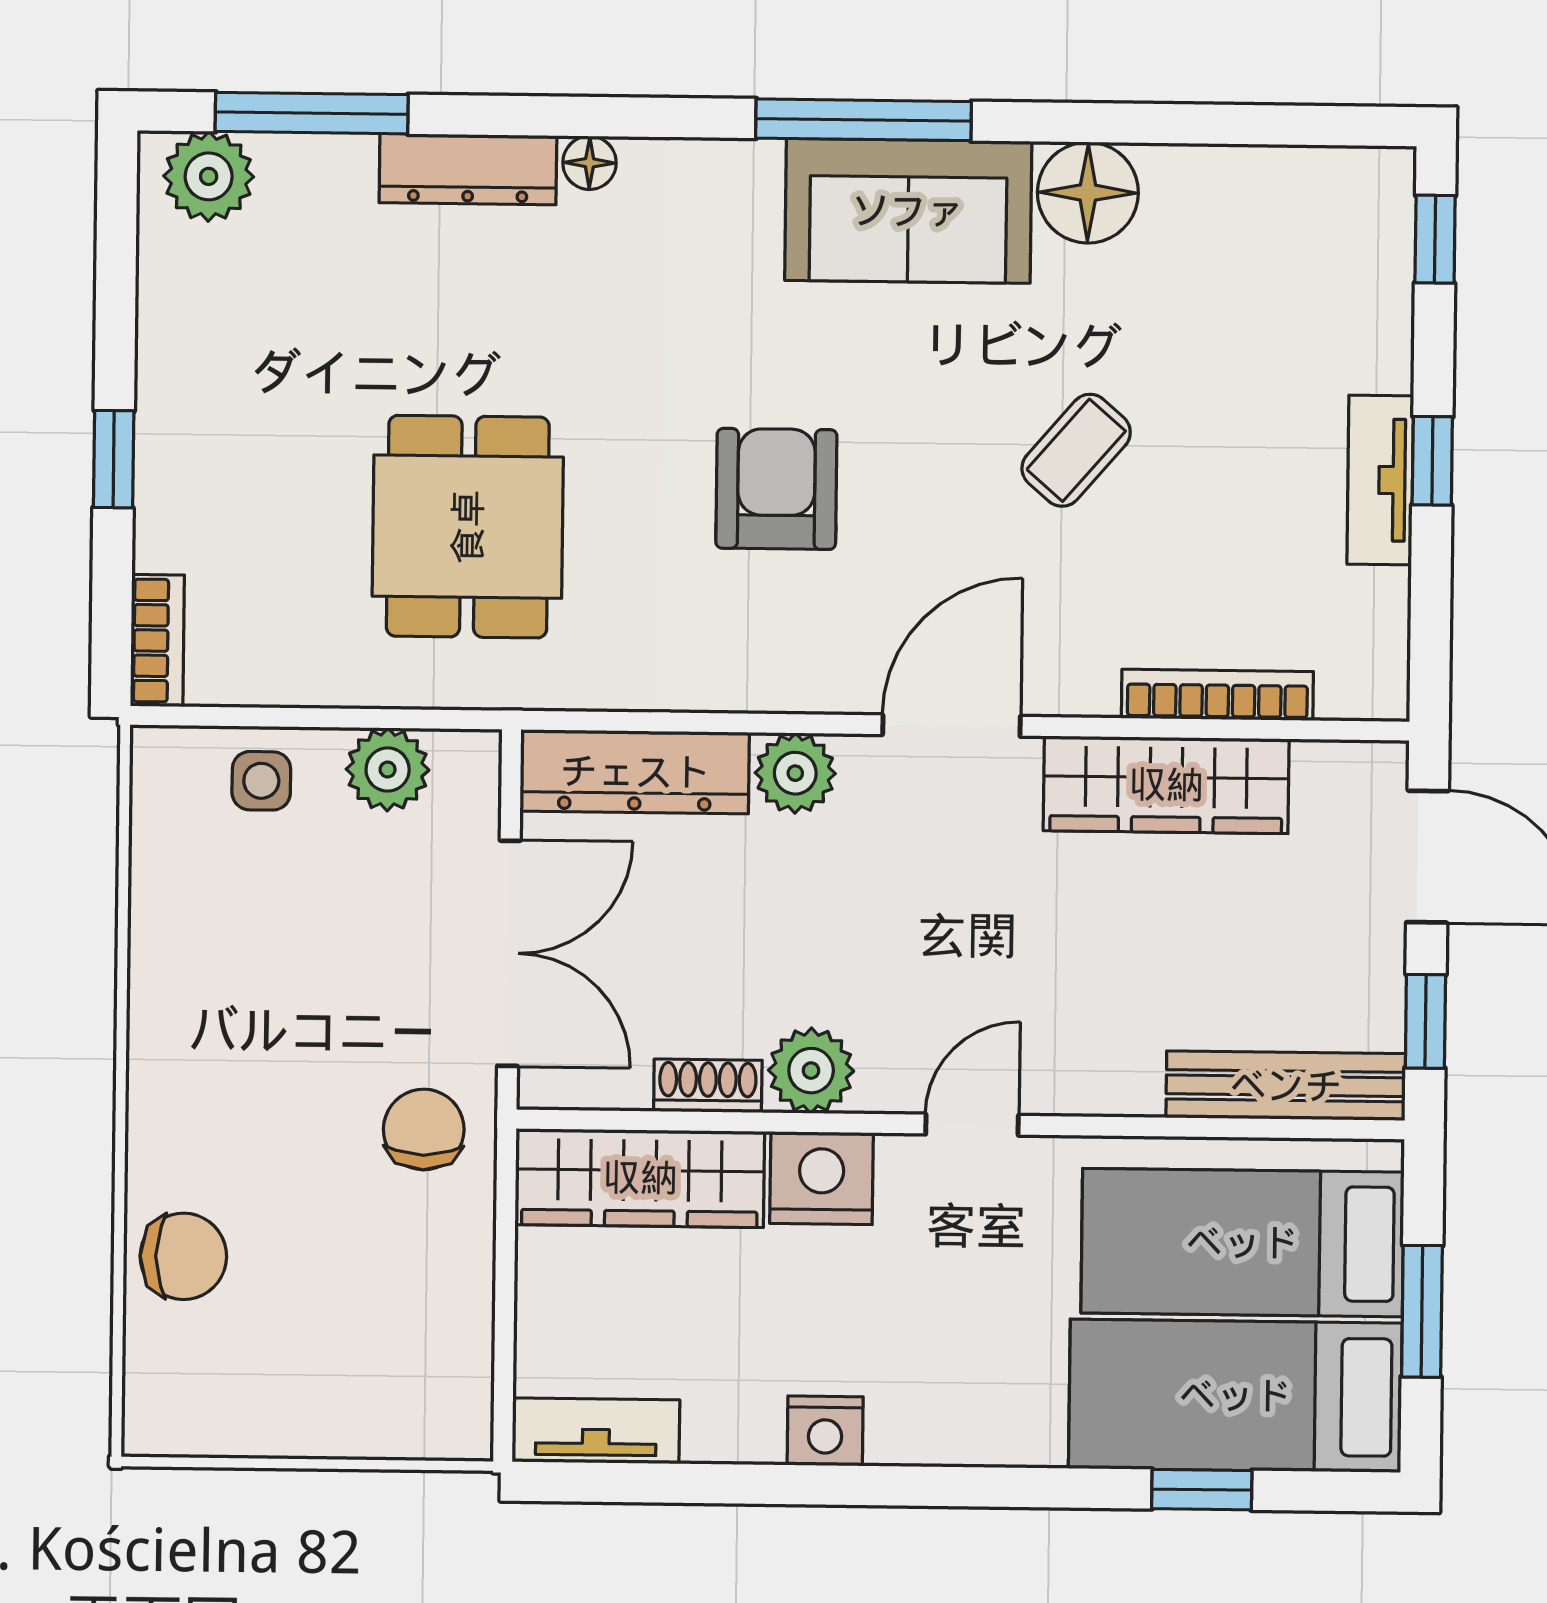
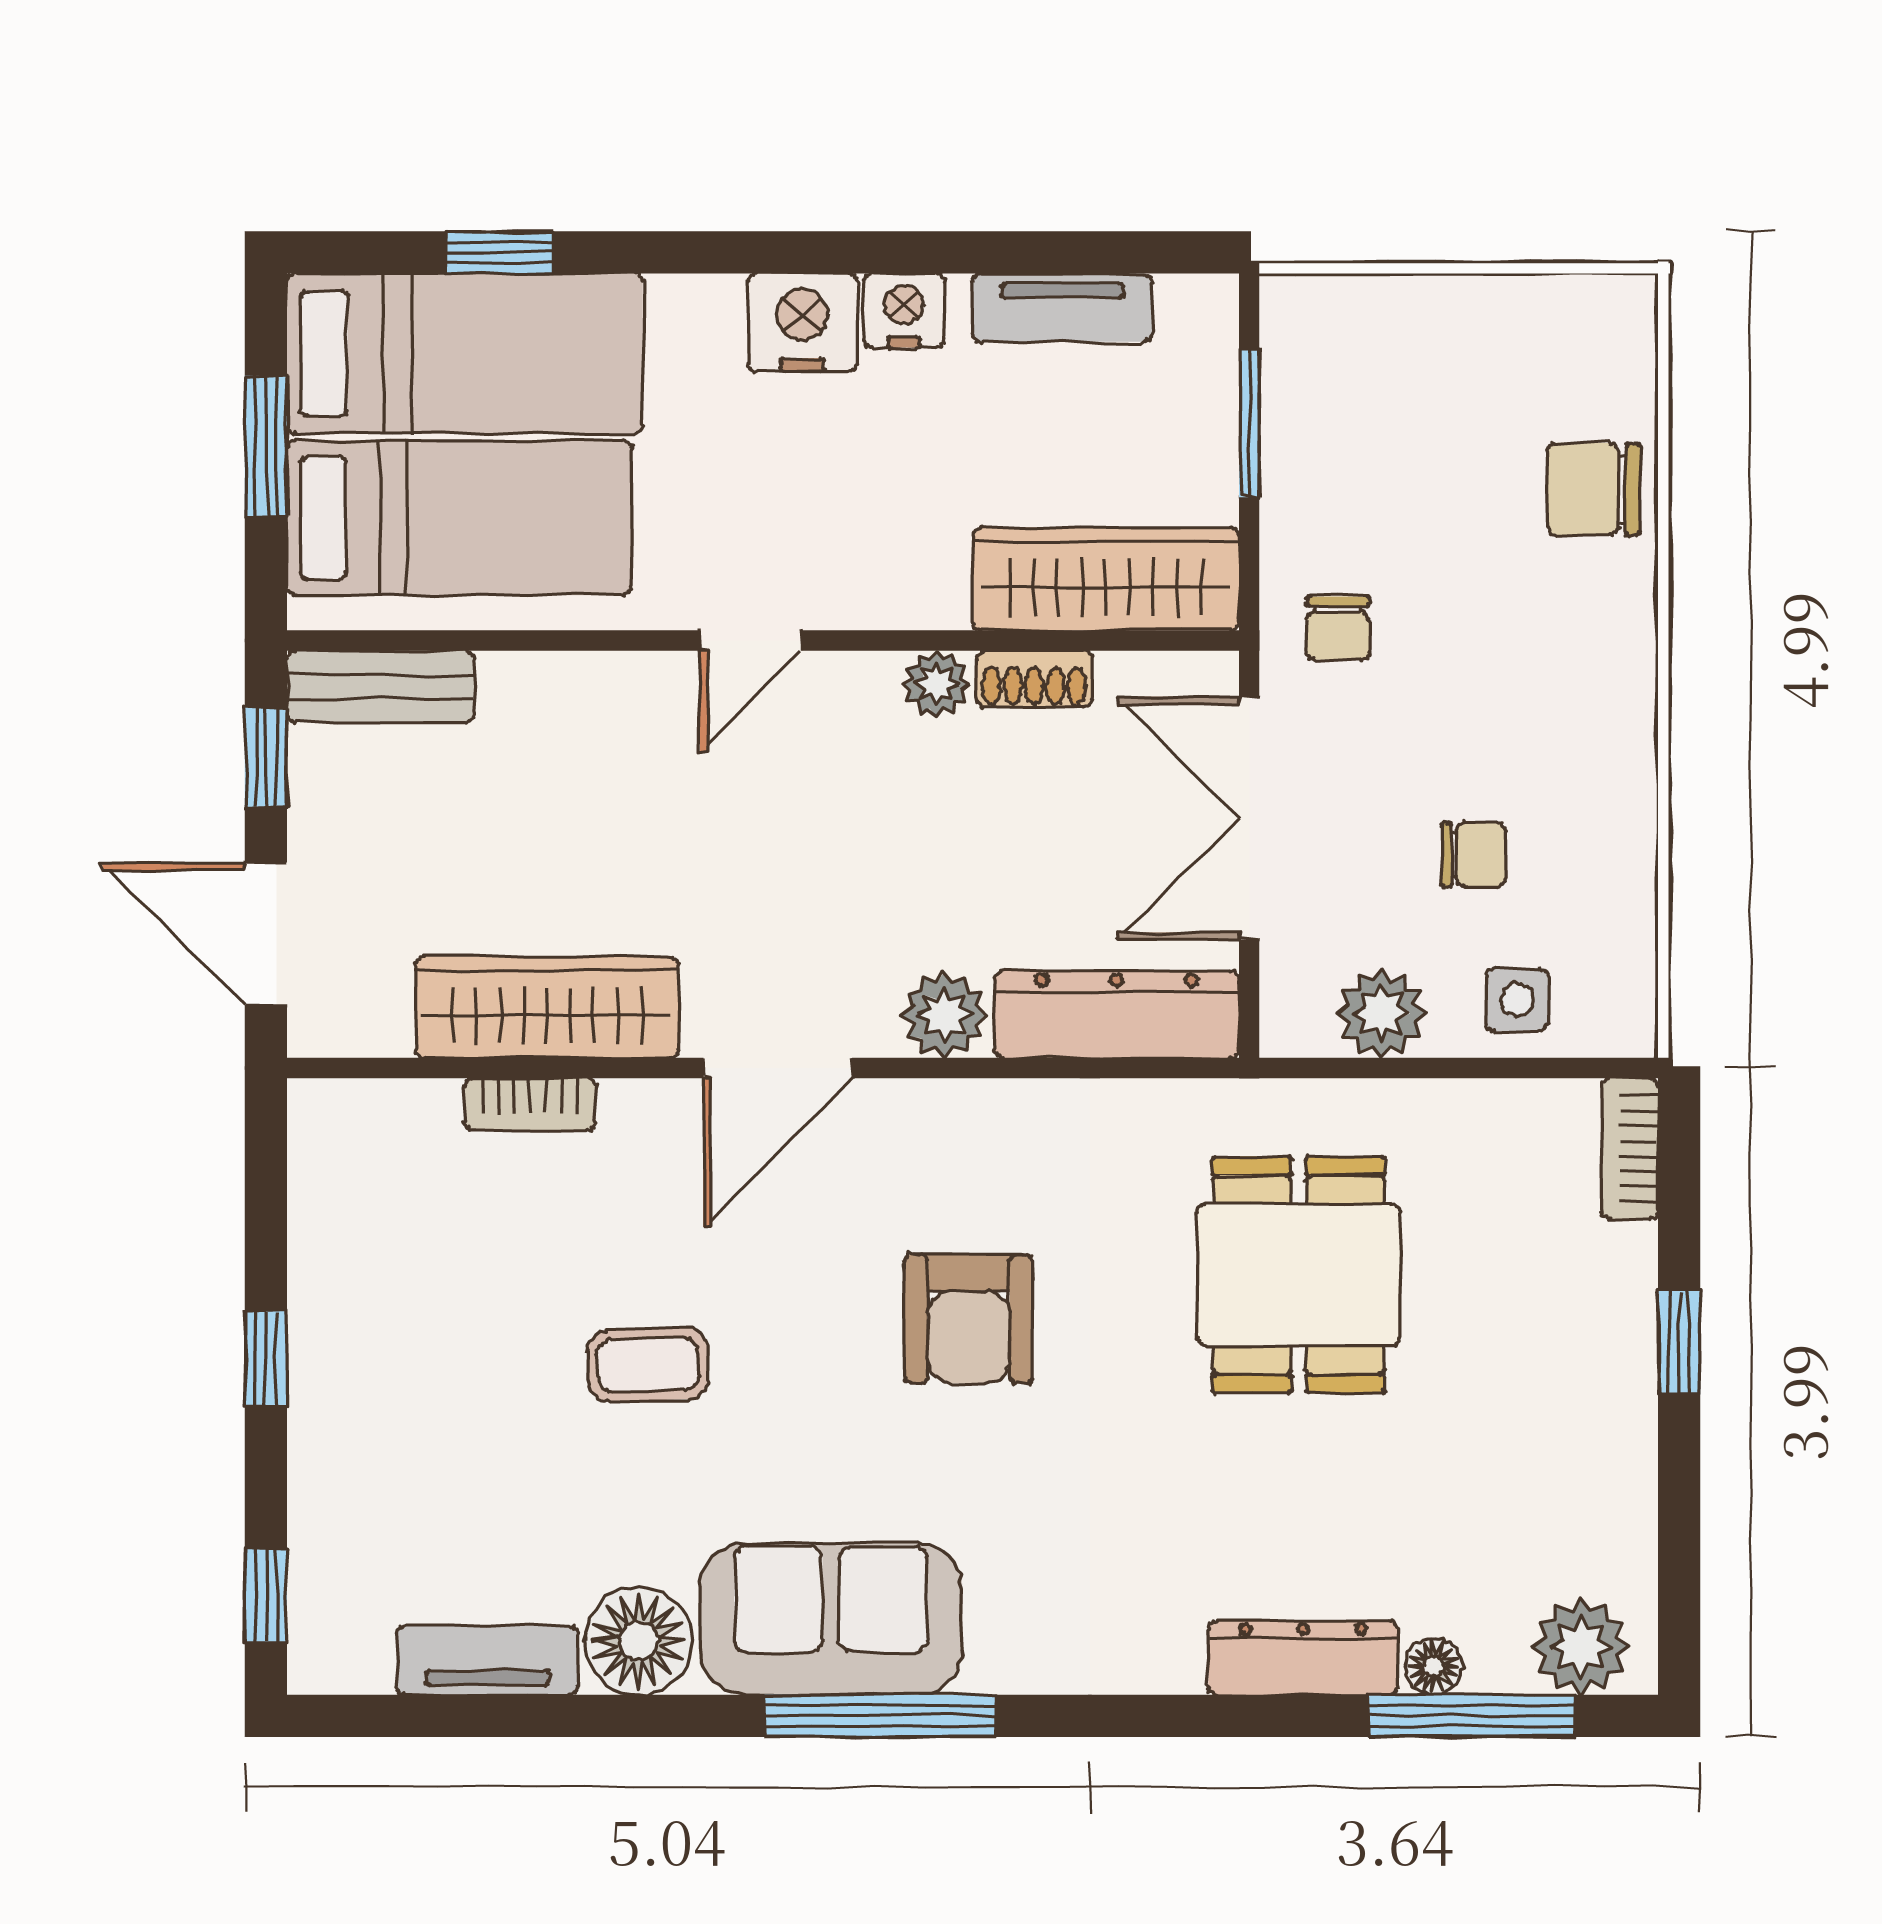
floor lamp: (589, 163) -> (1433, 1666), moved
coffee table: (1076, 450) -> (648, 1365), turned 47
tv unit: (1380, 480) -> (487, 1660), moved, turned -90
bookcase: (1217, 695) -> (530, 1104), width x0.64
chair: (300, 916) -> (1473, 855), added
plant: (811, 1071) -> (936, 684), width x0.73, depth x0.73
bench: (1286, 1086) -> (381, 686), width x0.73
chair: (424, 1129) -> (1338, 628), width x0.73, depth x0.73
nightstand: (821, 1178) -> (802, 323), moved, turned 180
window: (504, 1322) -> (1249, 423), added
tv unit: (596, 1431) -> (1062, 307), moved

